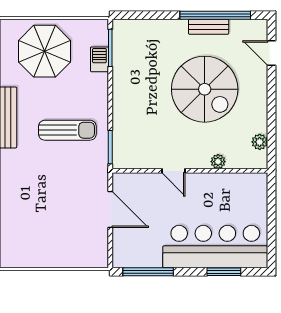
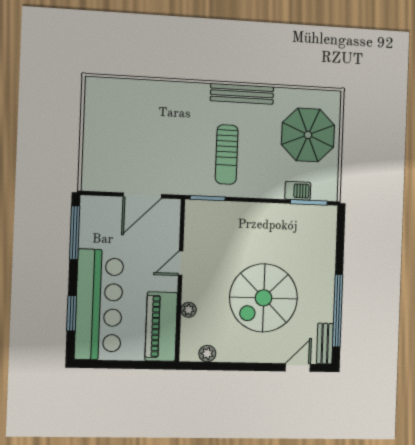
bench: (209, 27) -> (325, 344), moved
piano: (235, 187) -> (161, 327), added

